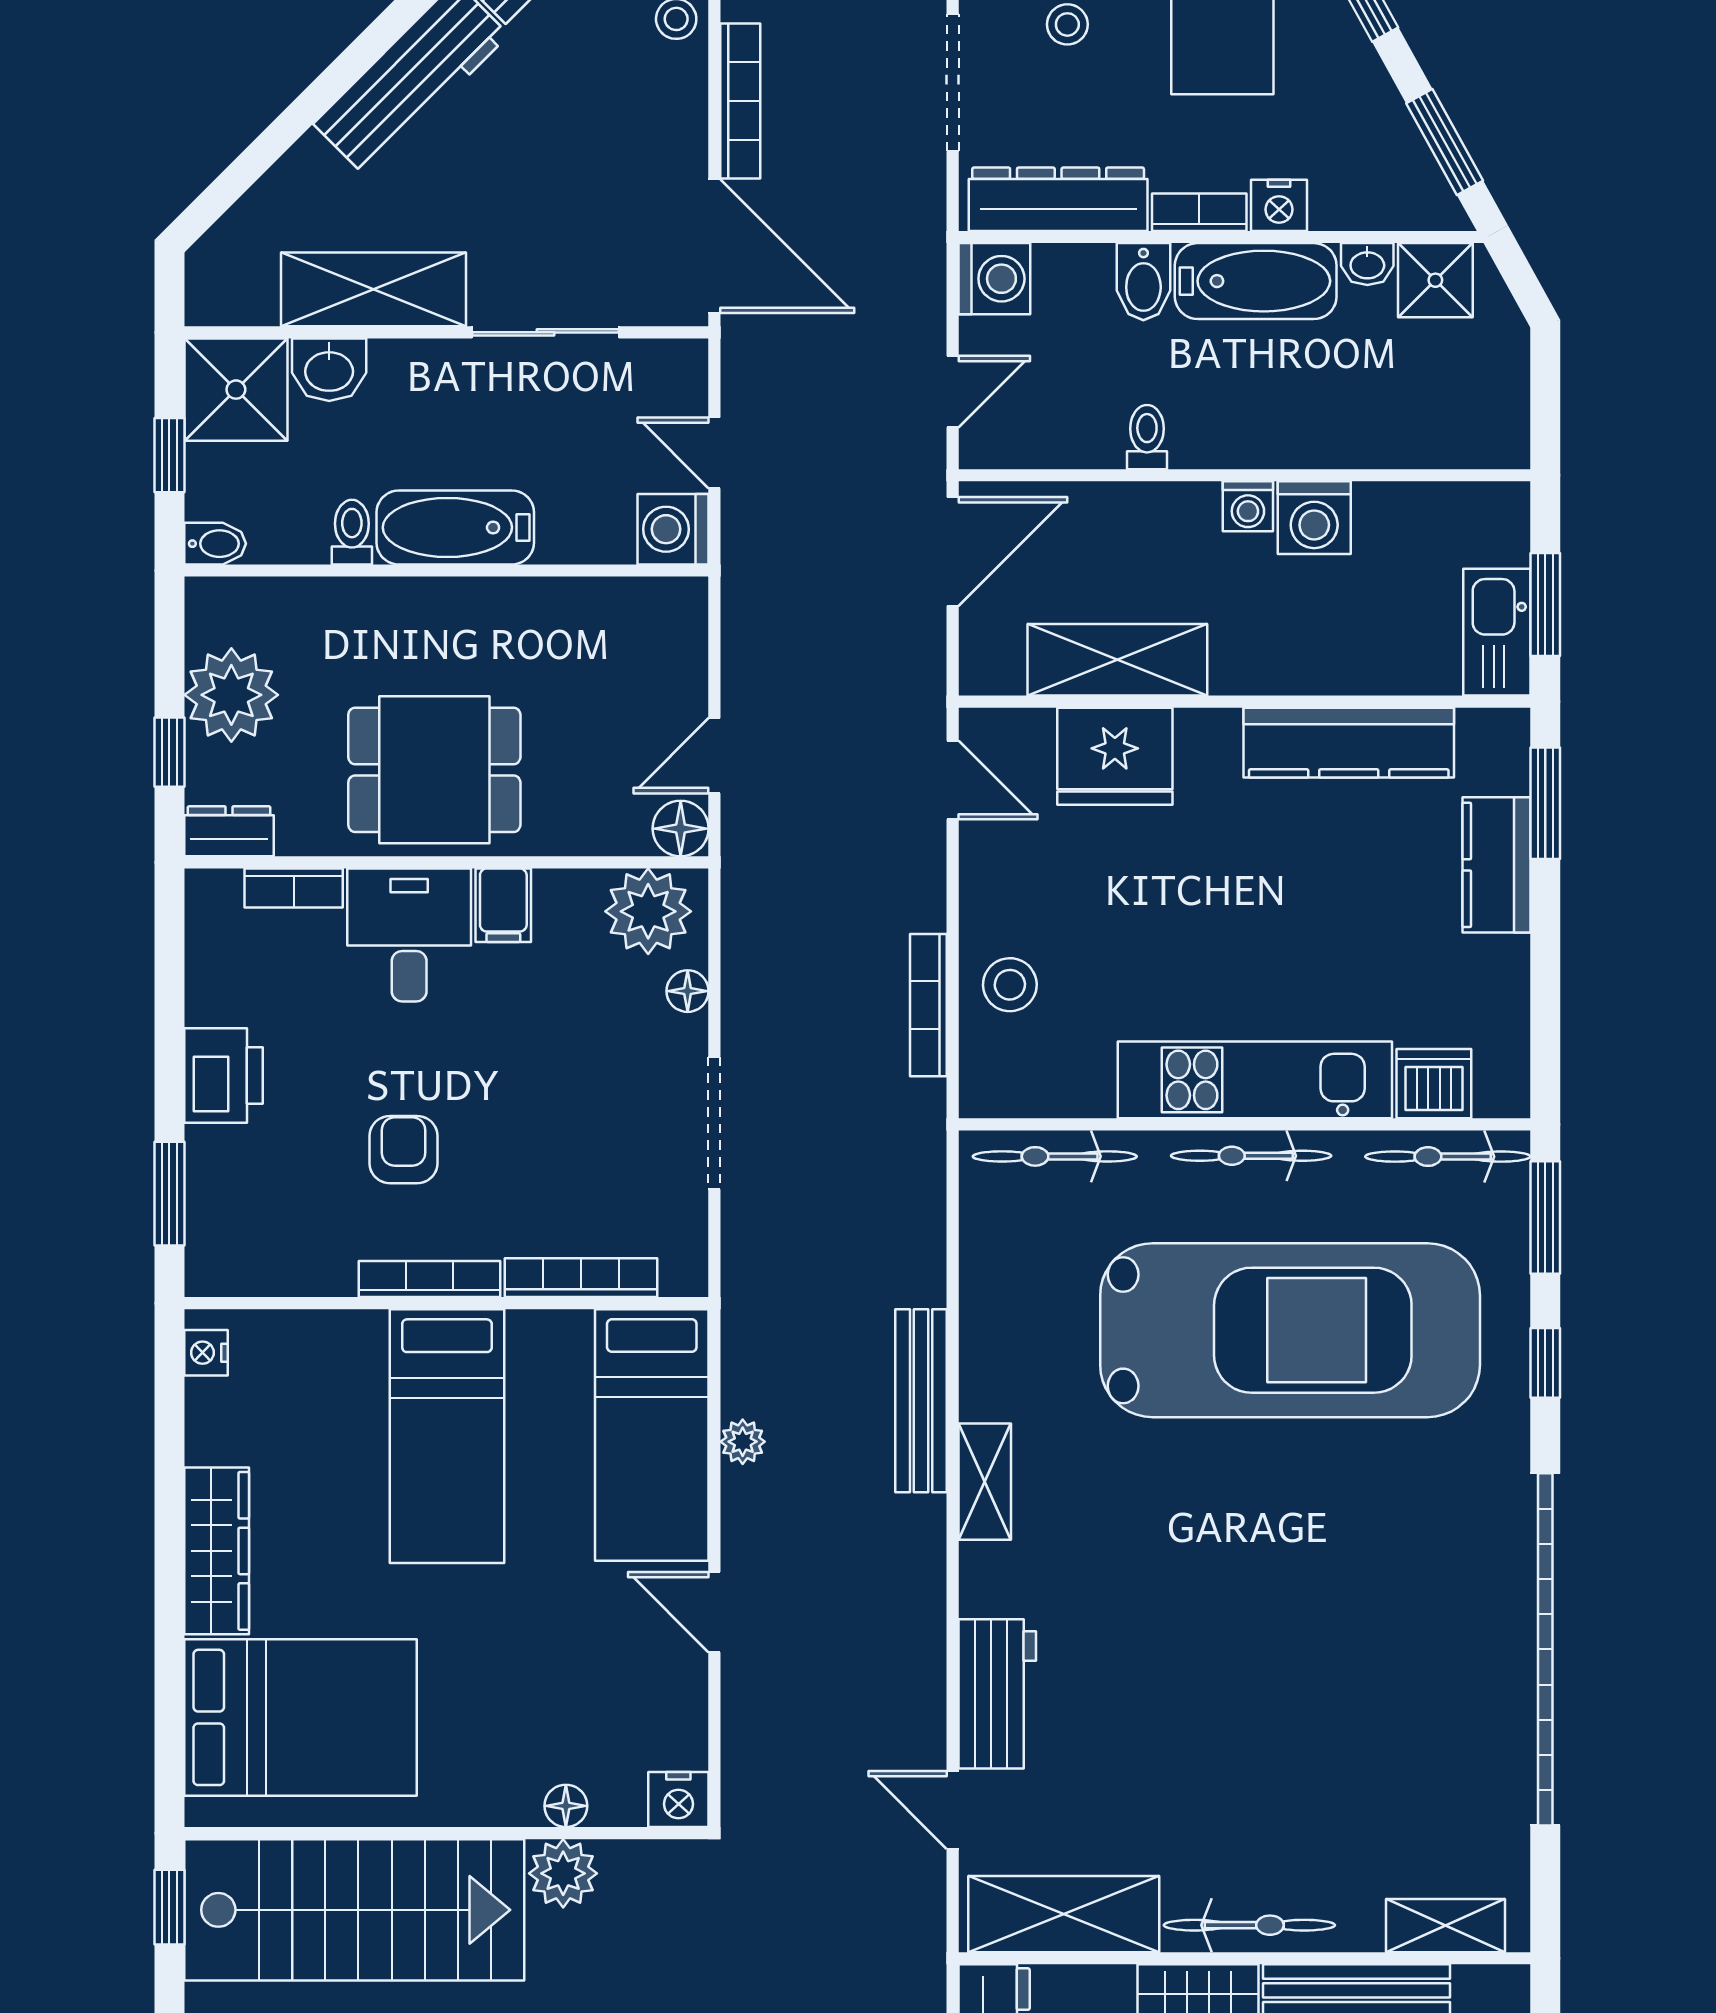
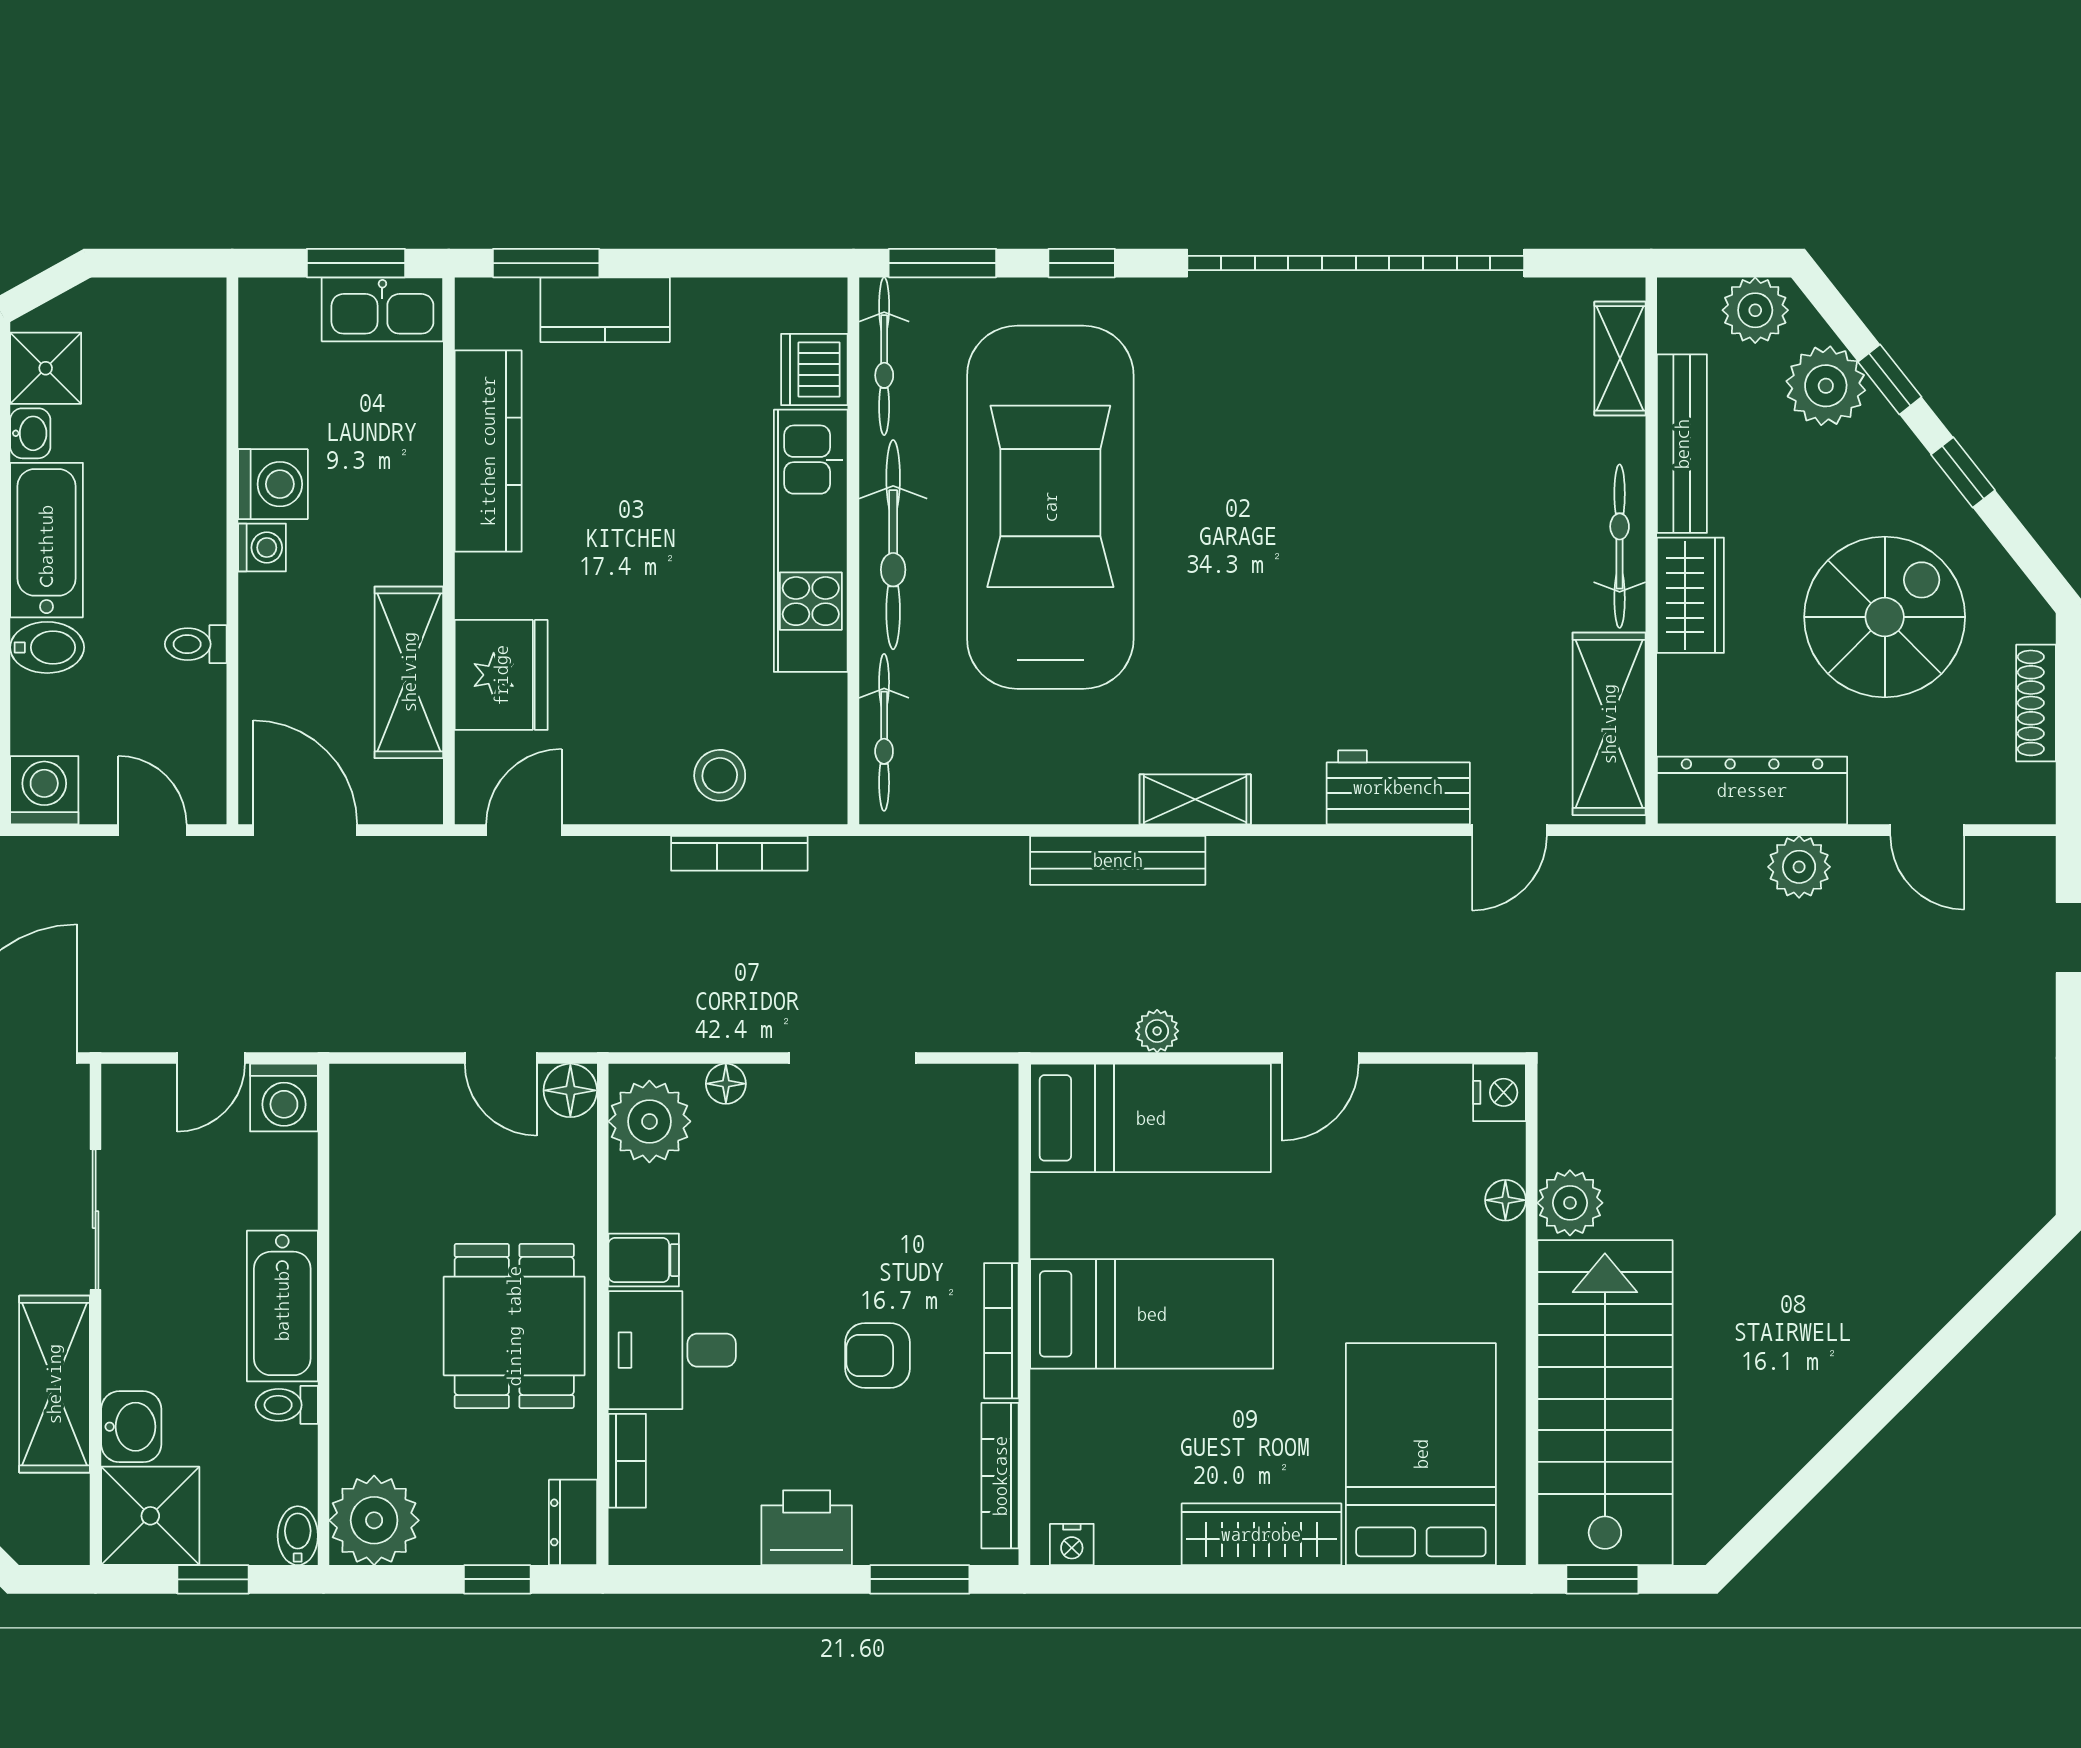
plant: (231, 695) -> (374, 1520), moved
bicycle: (1251, 1156) -> (893, 545), width x1.37, depth x1.40
bookcase: (581, 1278) -> (1000, 1476), moved

